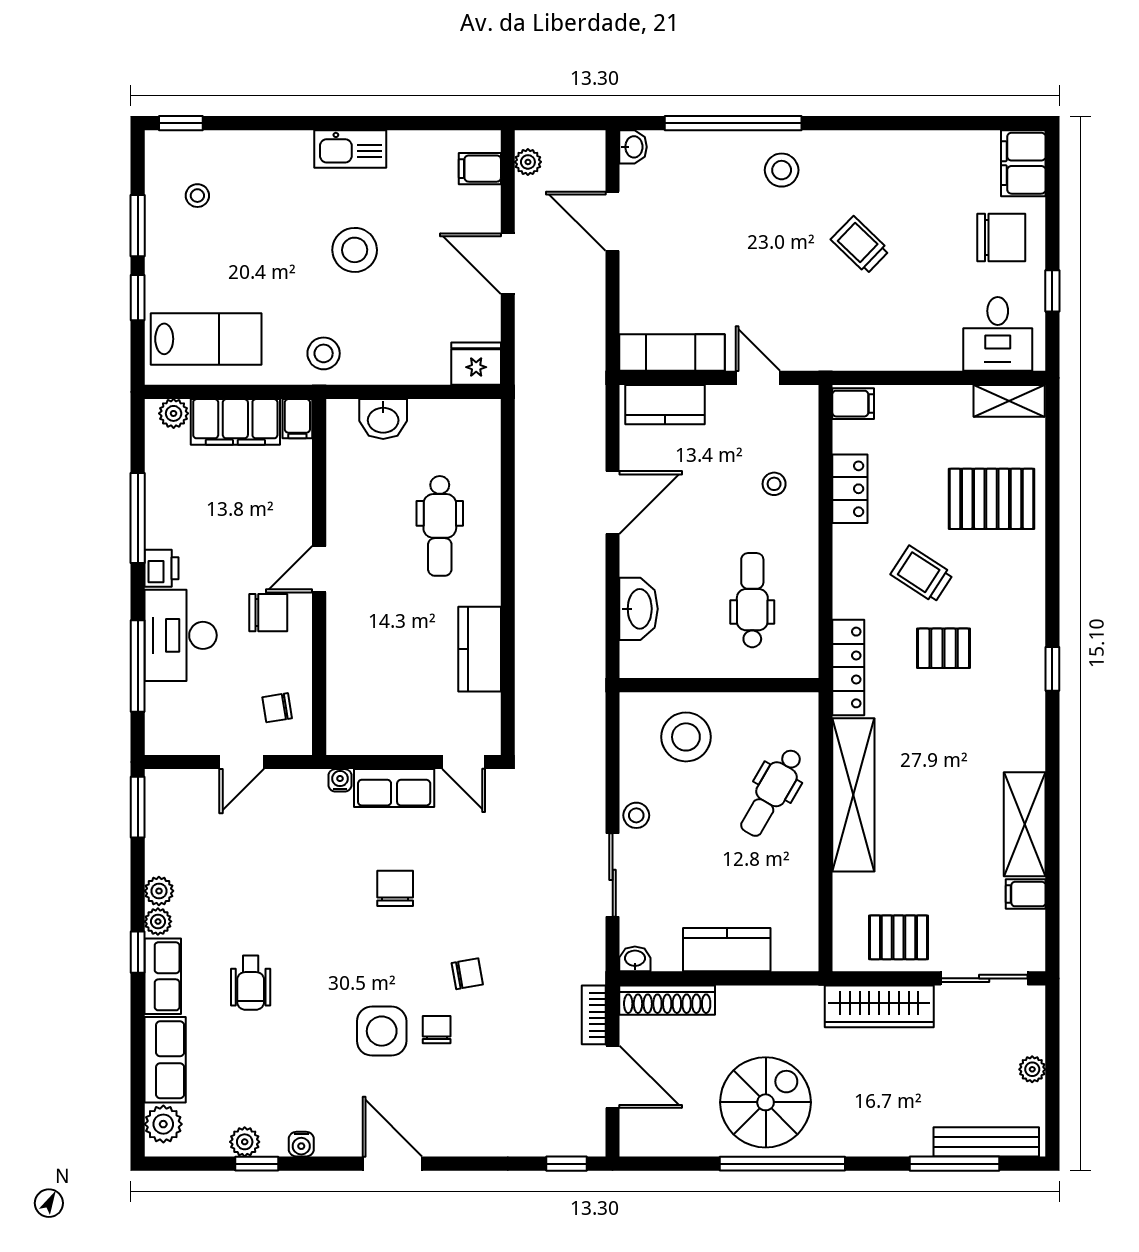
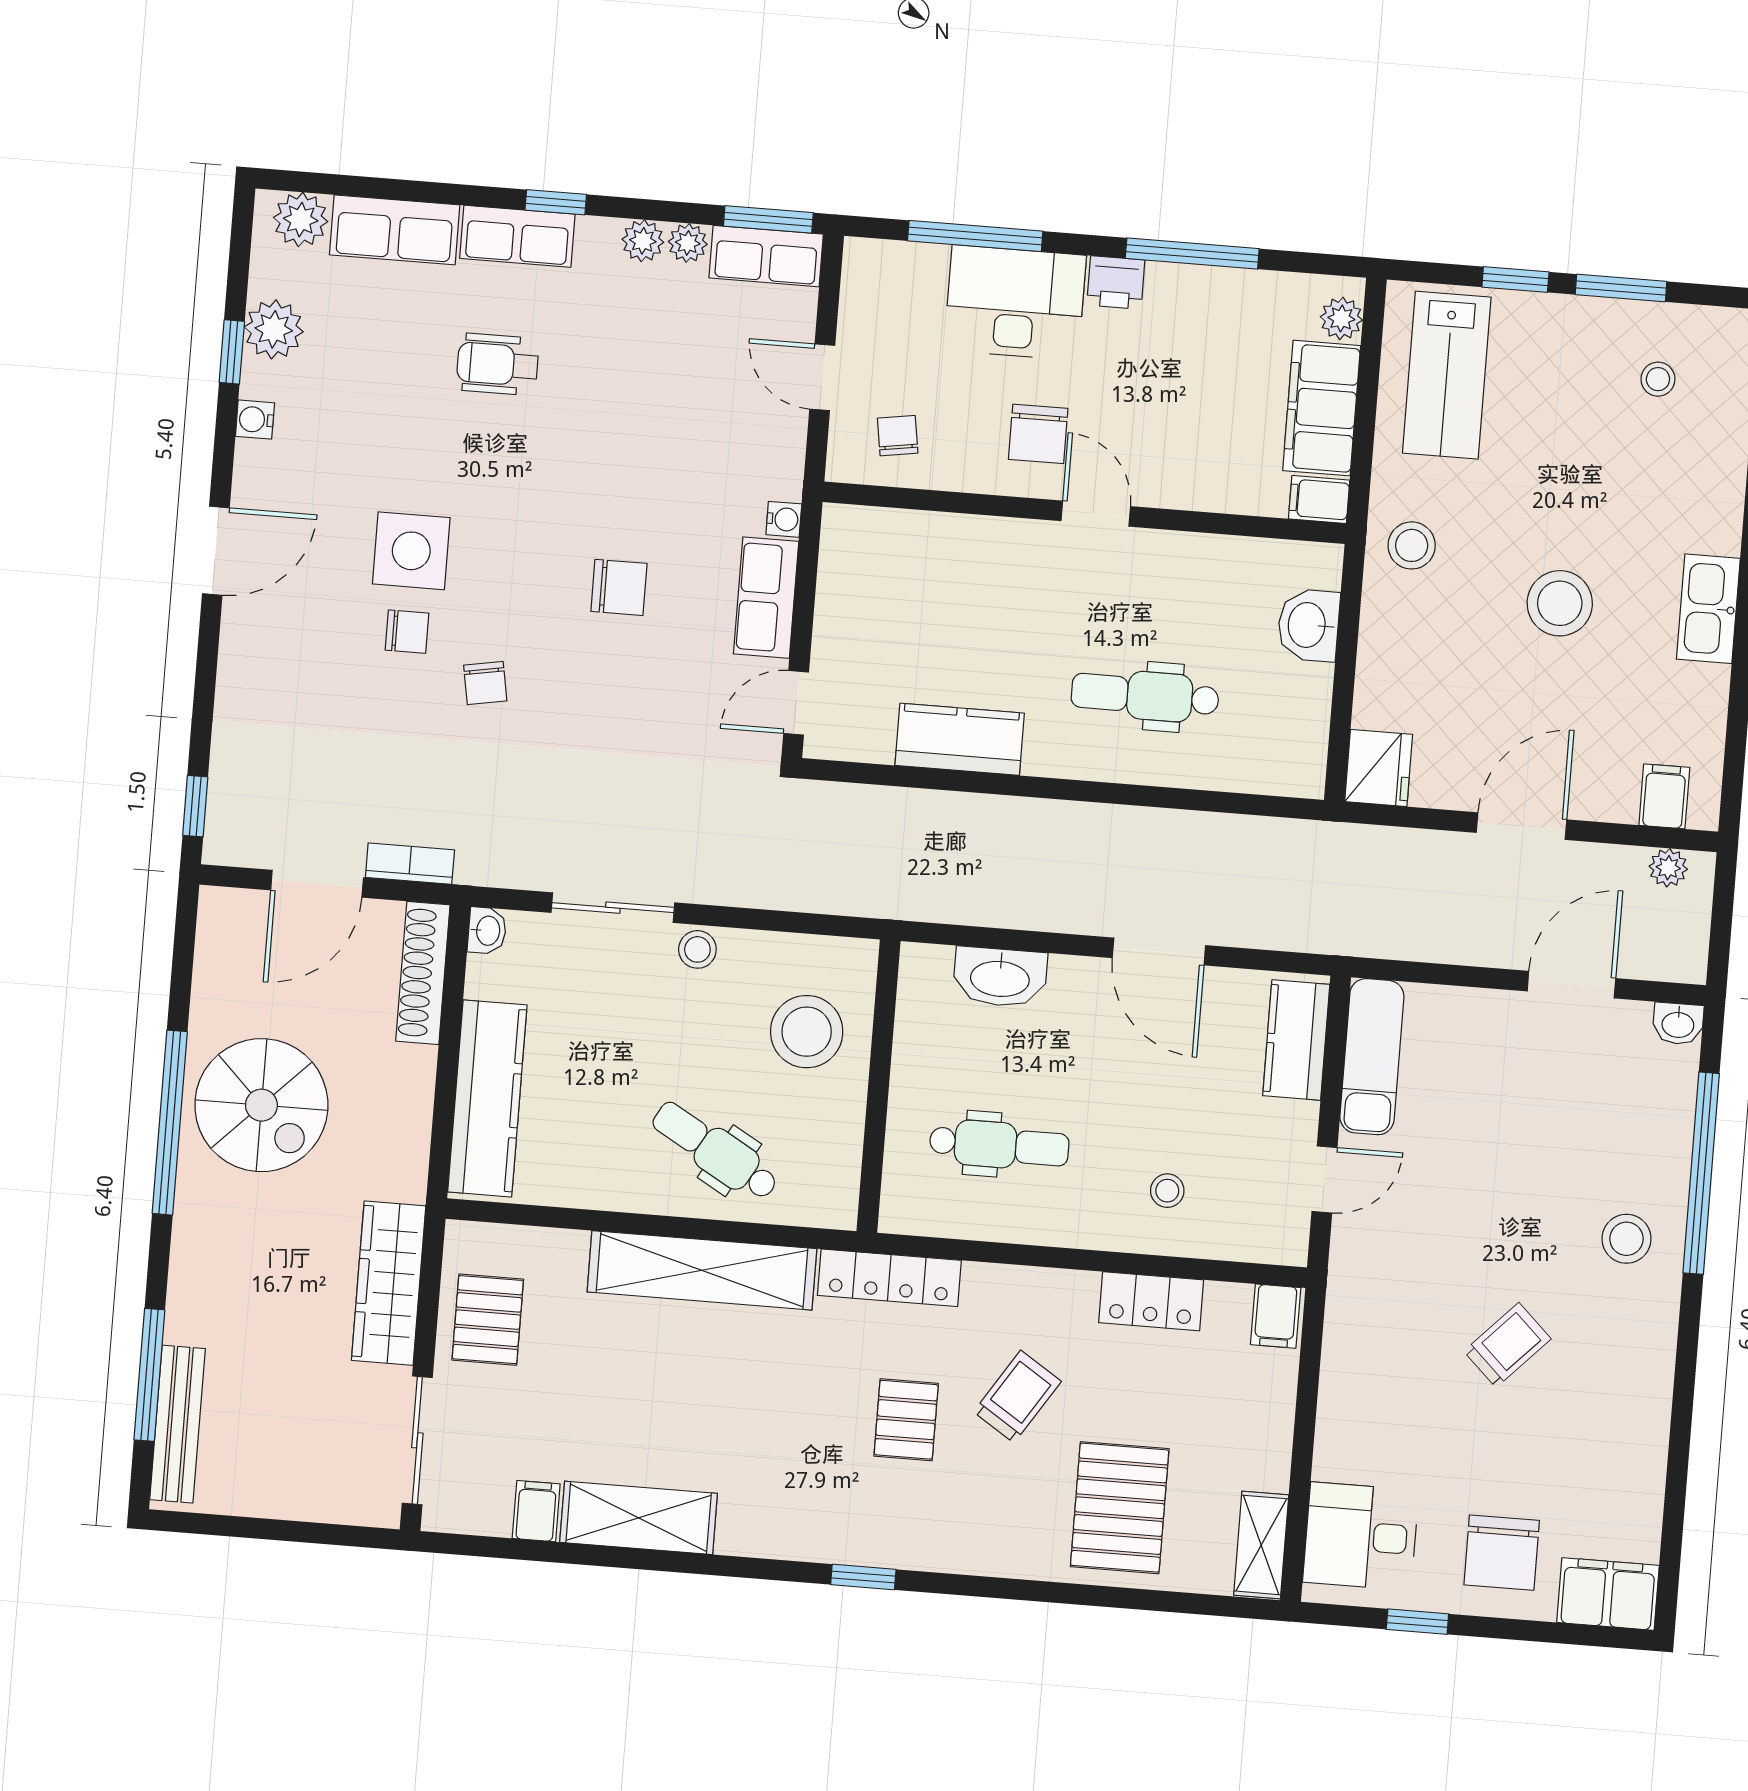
row of seats: (163, 807) -> (766, 256), added
plant: (158, 922) -> (688, 243), moved
kitchen counter: (727, 950) -> (487, 1098), width x1.50
plant: (1032, 1069) -> (278, 1500), removed
plant: (245, 1142) -> (274, 329), width x1.38, depth x1.38

